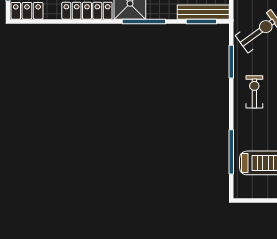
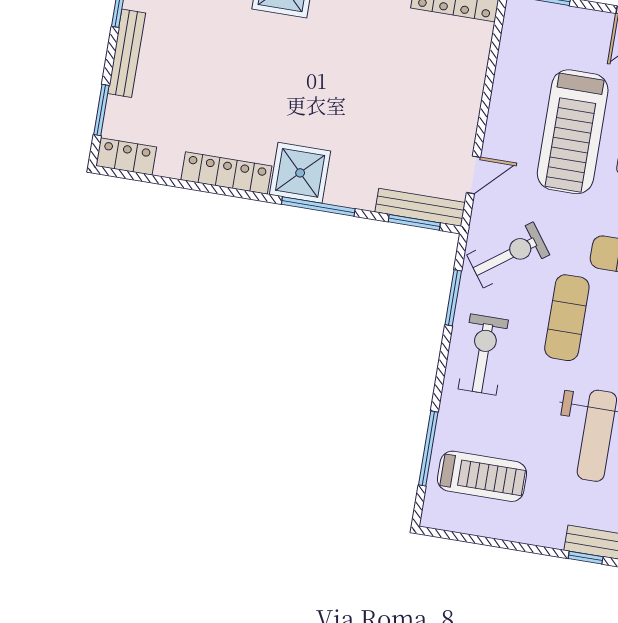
exercise bike: (254, 92) -> (483, 354), width x1.38, depth x1.39

